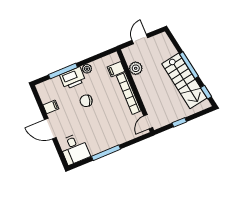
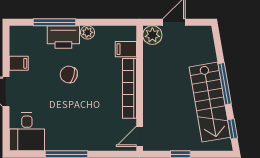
plant: (136, 68) -> (152, 35), moved

